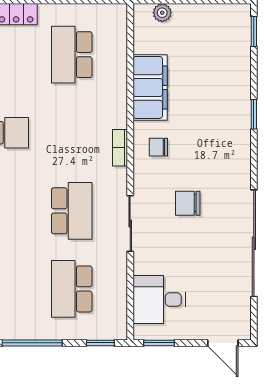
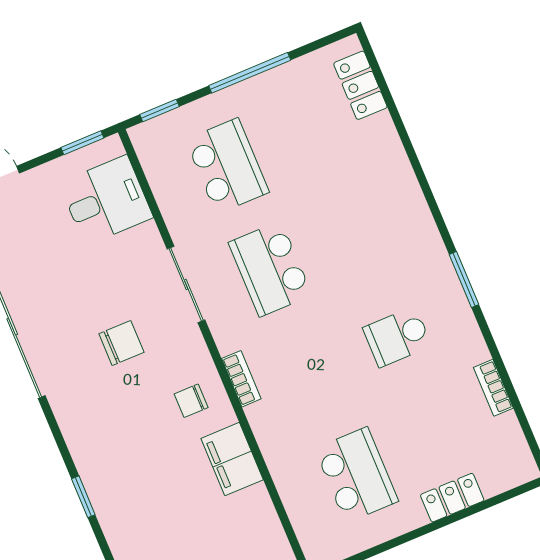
filing cabinet: (150, 87) -> (232, 459), width x0.67, depth x0.86
chair: (158, 147) -> (191, 401), turned 180

